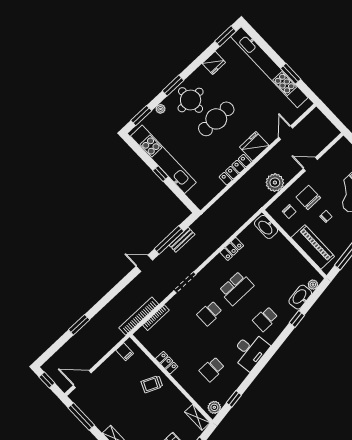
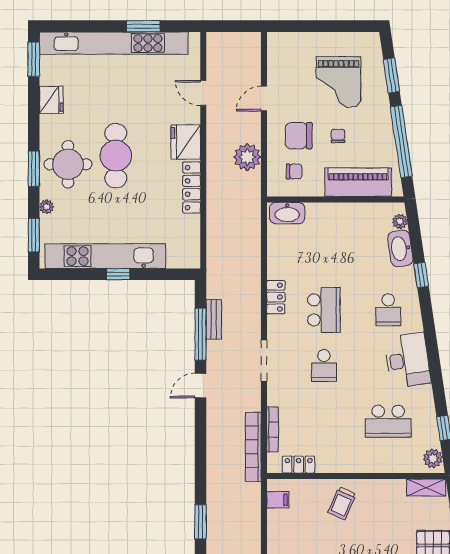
locker: (232, 249) -> (276, 297), moved
locker: (167, 363) -> (299, 465), moved
school desk: (212, 369) -> (388, 421), width x1.85

